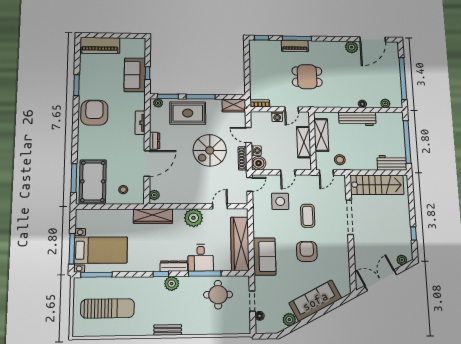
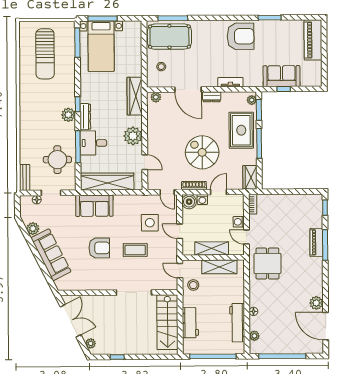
dining table: (307, 77) -> (267, 263), moved
workbench: (357, 119) -> (237, 323), moved
workbench: (392, 163) -> (190, 323), moved
bench: (168, 330) -> (25, 177), moved

